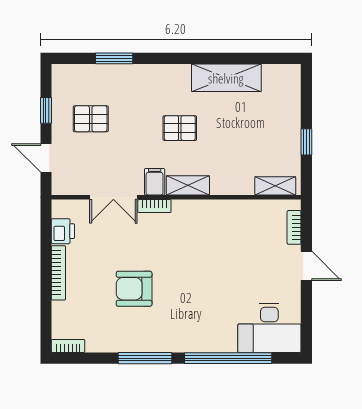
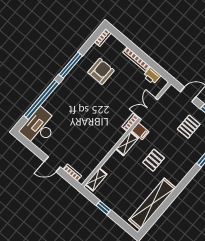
shelving: (226, 78) -> (152, 204), width x1.47
armchair: (134, 289) -> (101, 71), moved

